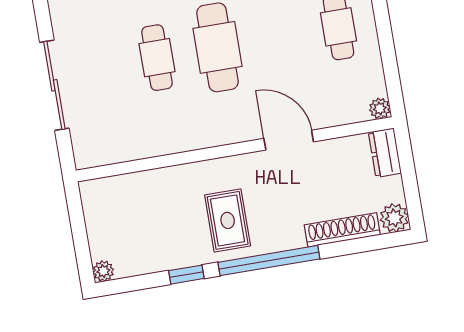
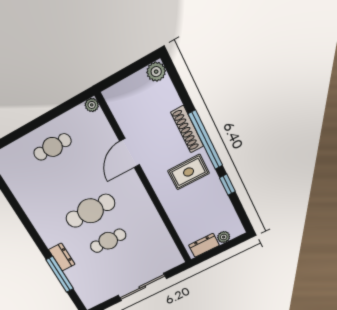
dresser: (385, 153) -> (204, 245), moved, turned 180
shoe rack: (342, 230) -> (187, 129), moved
plant: (103, 271) -> (224, 237), moved

